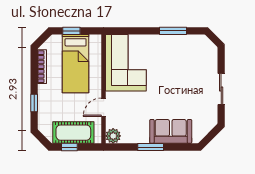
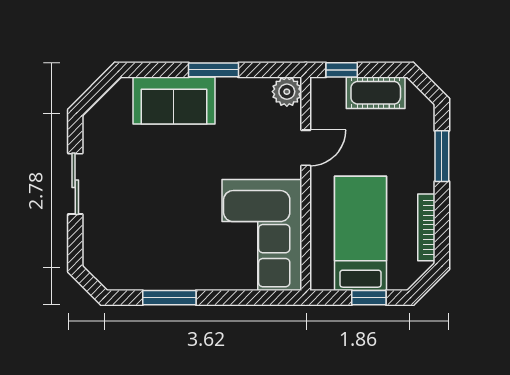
window: (34, 103) -> (442, 156), width x1.50
cot: (73, 133) -> (376, 93), width x0.73, depth x0.75
window: (69, 147) -> (342, 70), moved

